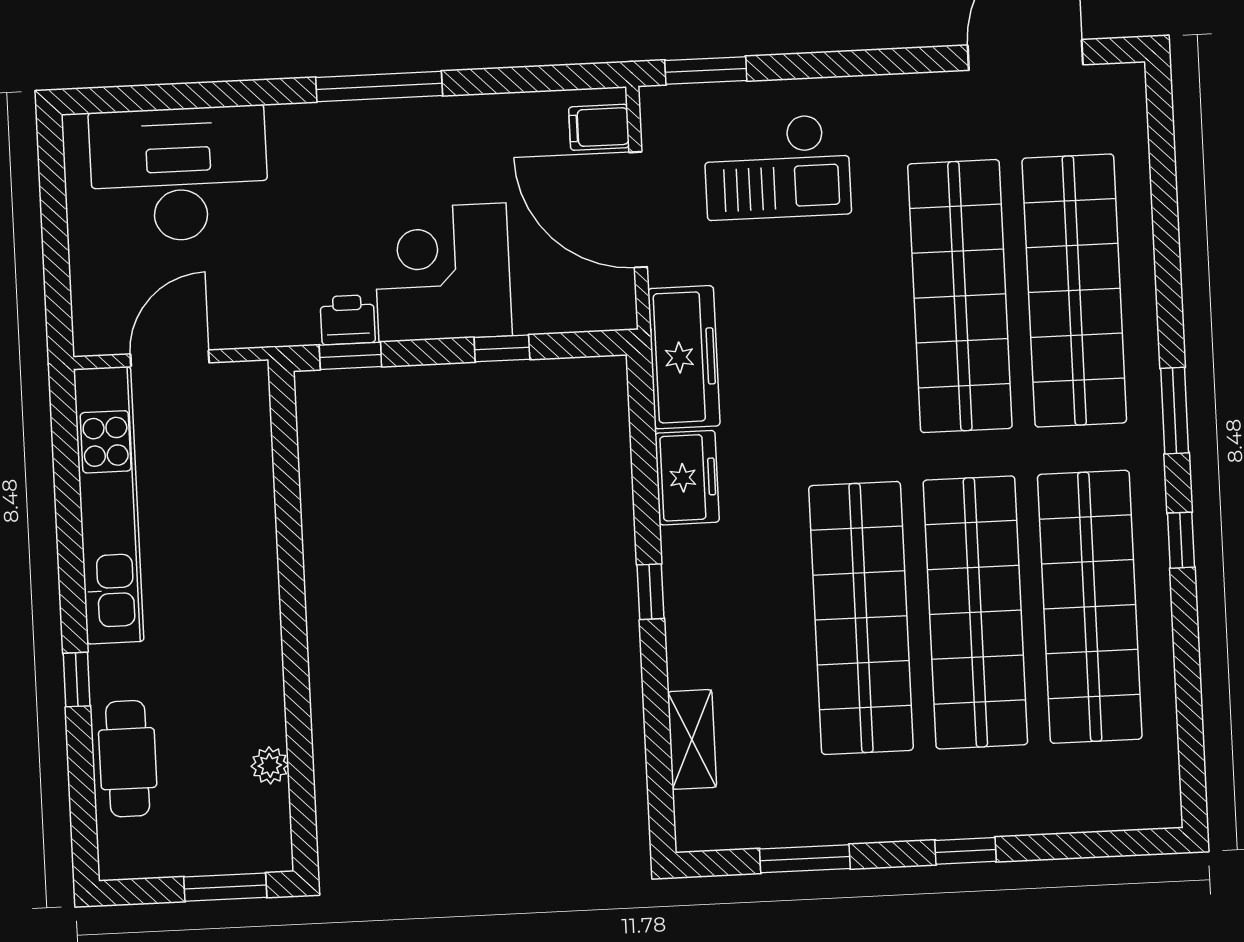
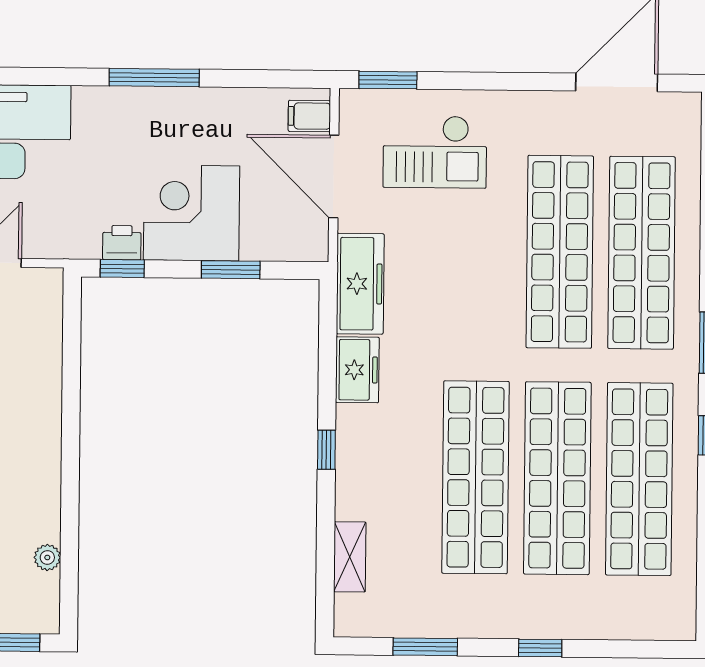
window: (502, 348) -> (231, 270), width x1.50

